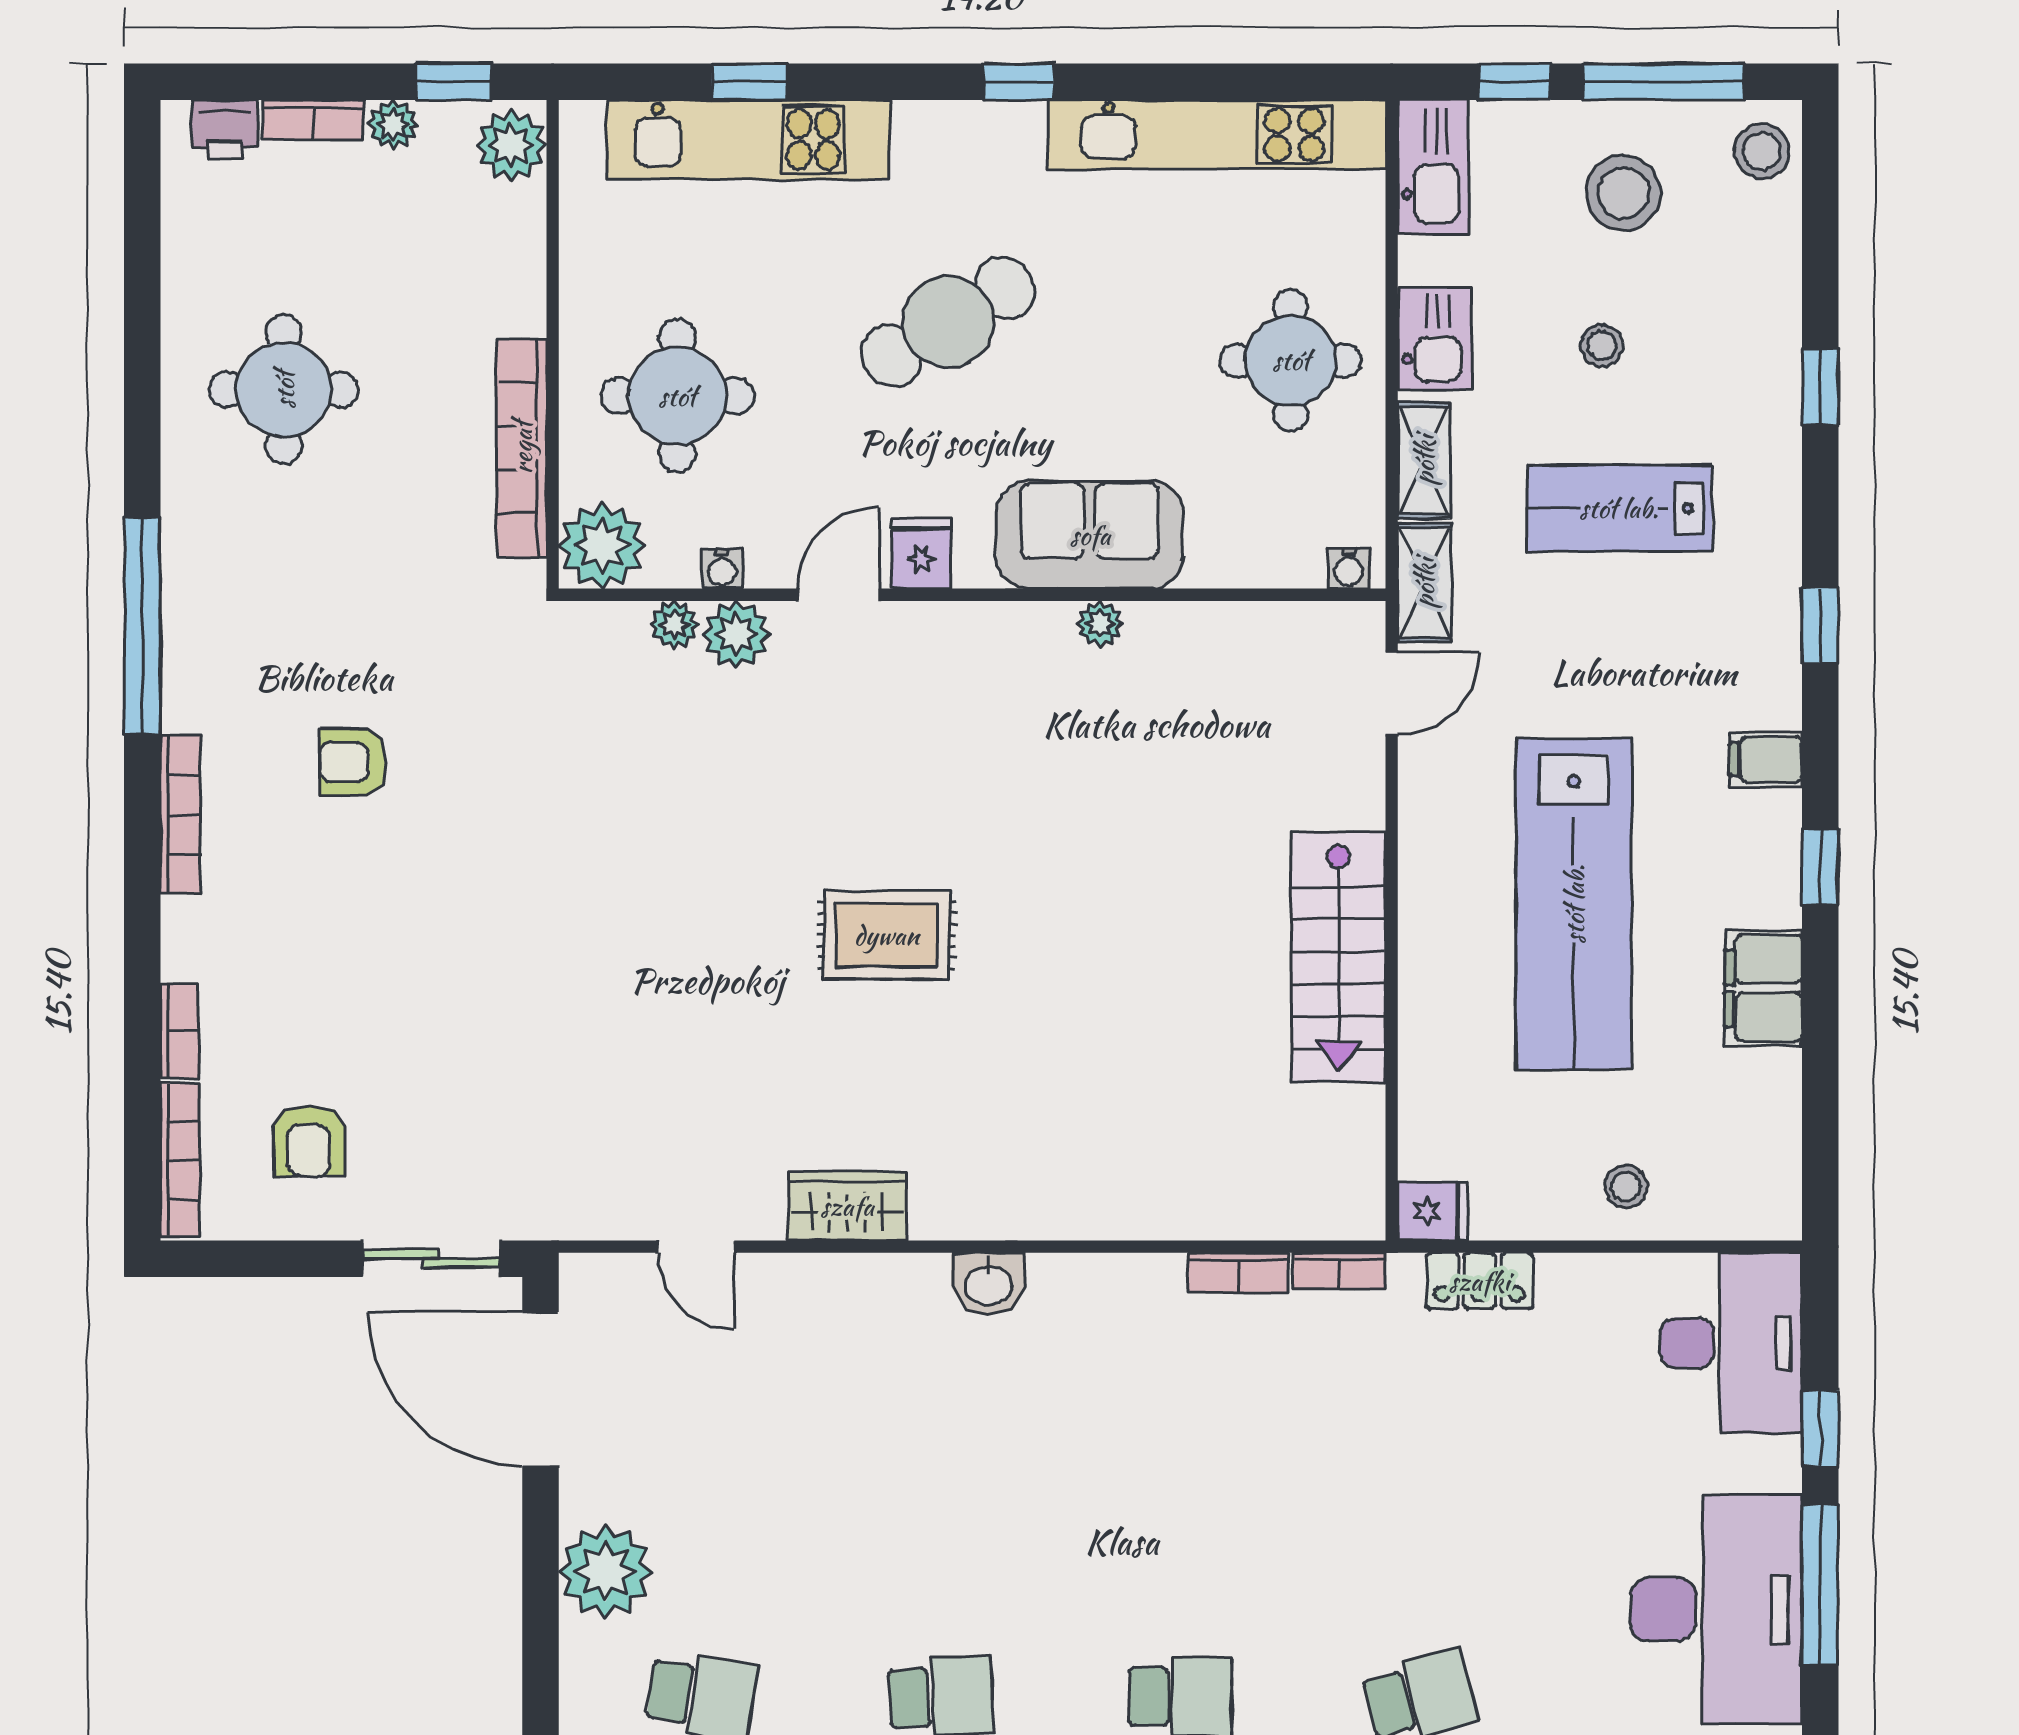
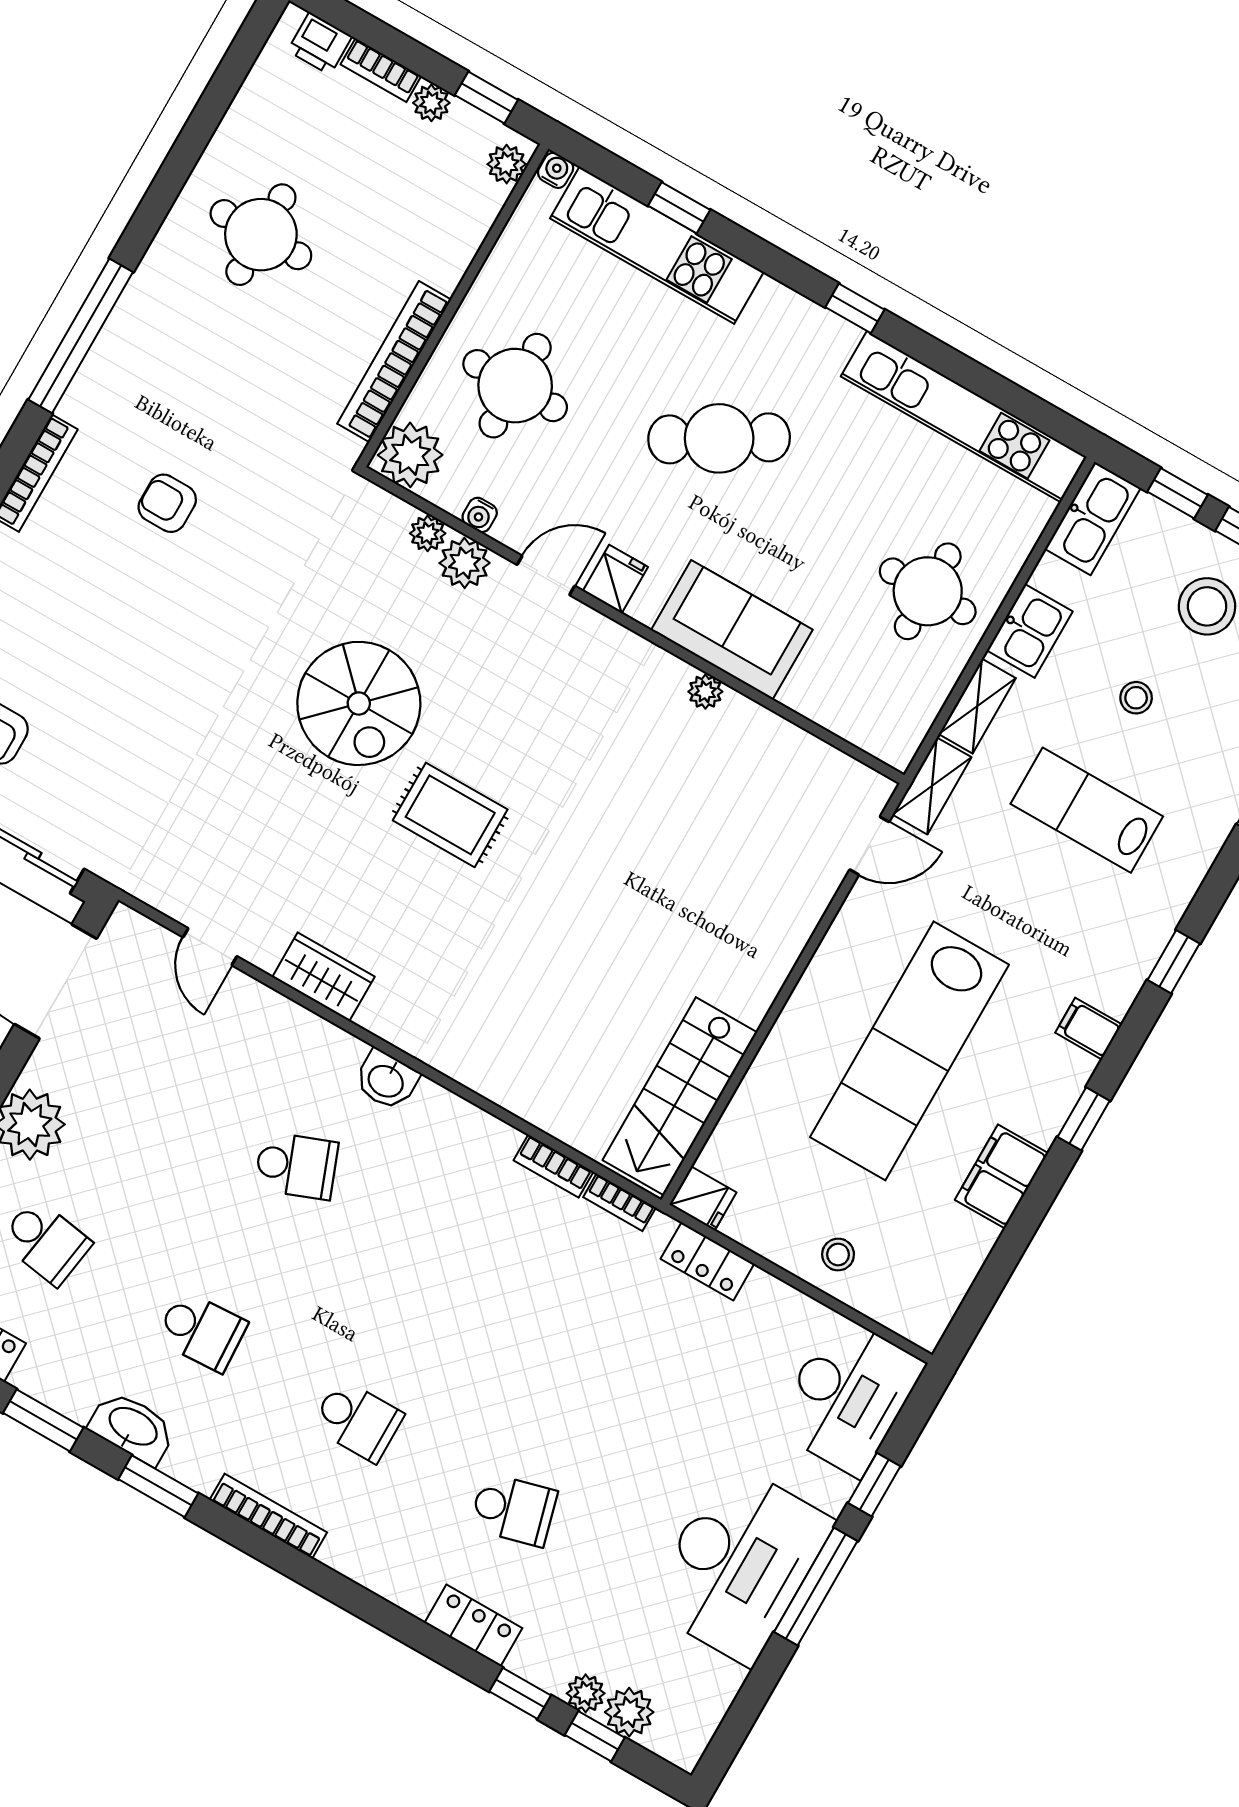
plant: (511, 145) -> (507, 164), width x0.73, depth x0.73
water cooler: (1349, 568) -> (556, 170), moved, turned 180
spiral stairs: (707, 867) -> (359, 703), added
stairs: (1338, 957) -> (680, 1096), moved
school desk: (941, 1443) -> (296, 1166), added

